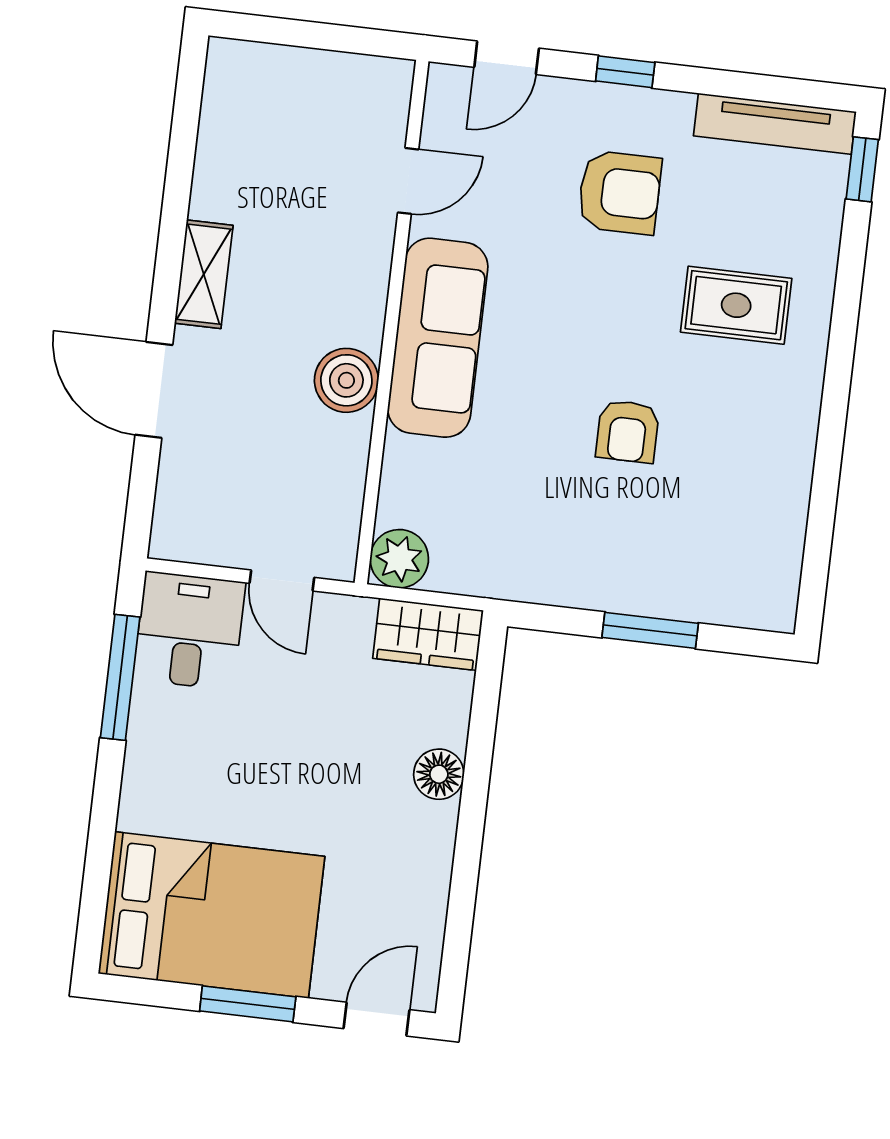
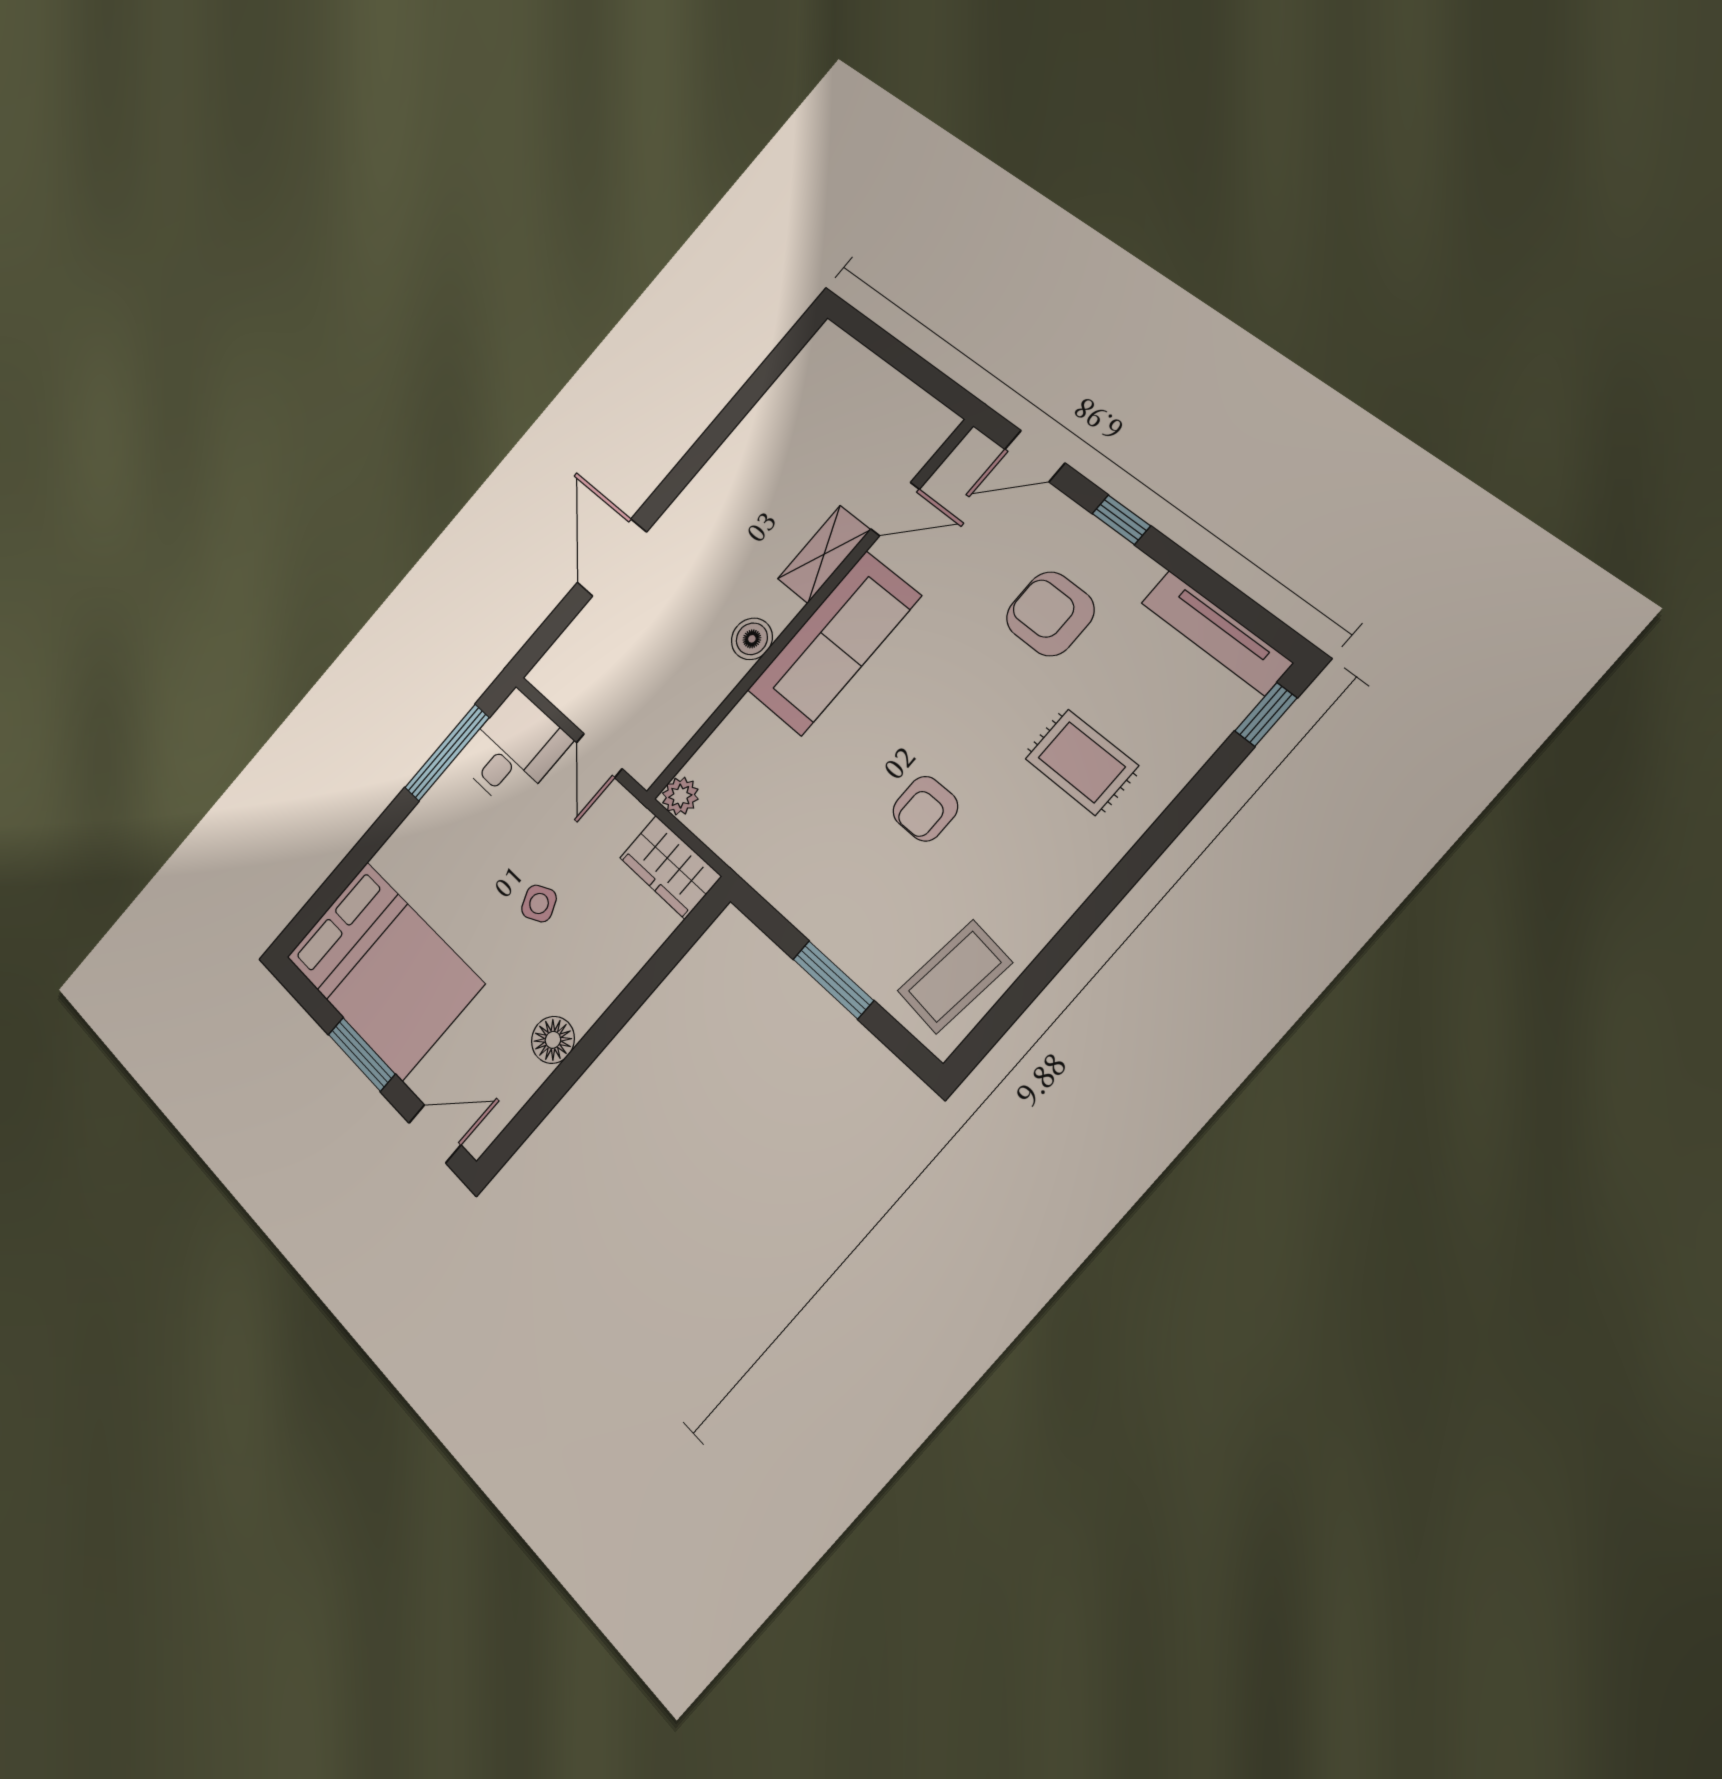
armchair: (619, 193) -> (1050, 614), turned 180
shelving: (204, 274) -> (824, 554), moved
boiler: (346, 380) -> (752, 639), width x0.73, depth x0.73
coffee table: (754, 556) -> (955, 977), added
plant: (399, 559) -> (680, 796), width x0.73, depth x0.73
side table: (323, 751) -> (539, 904), added
floor lamp: (439, 774) -> (553, 1040), moved

